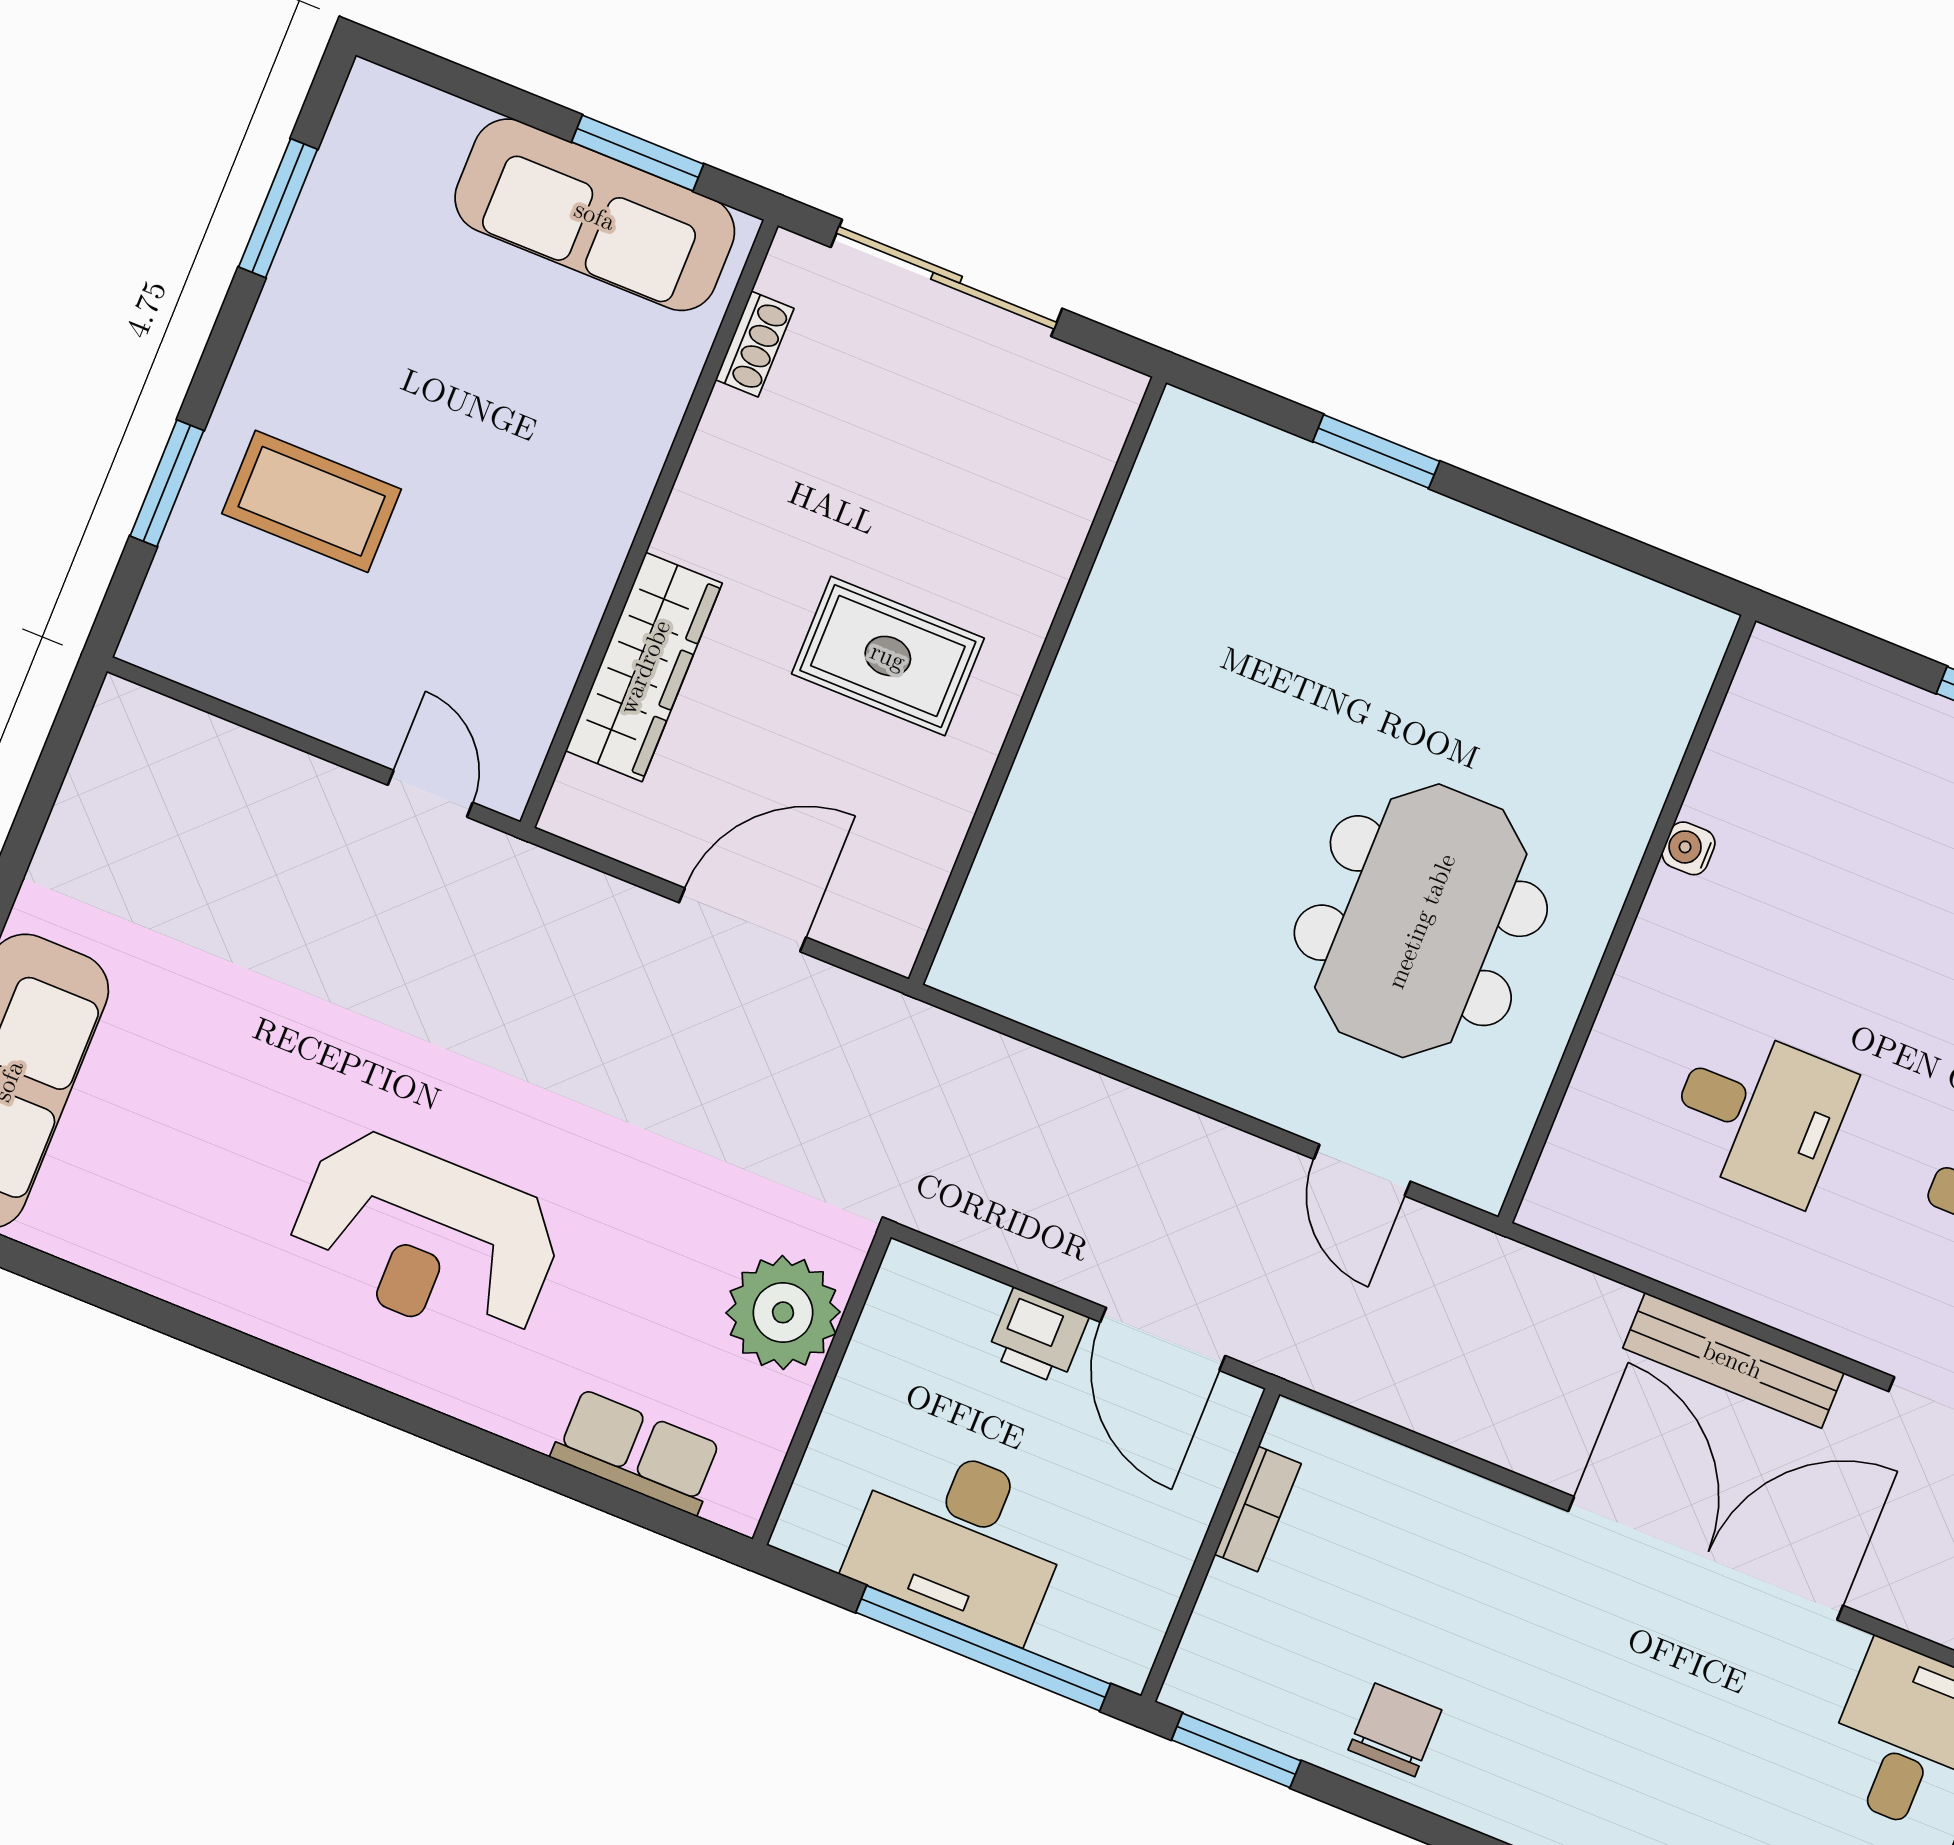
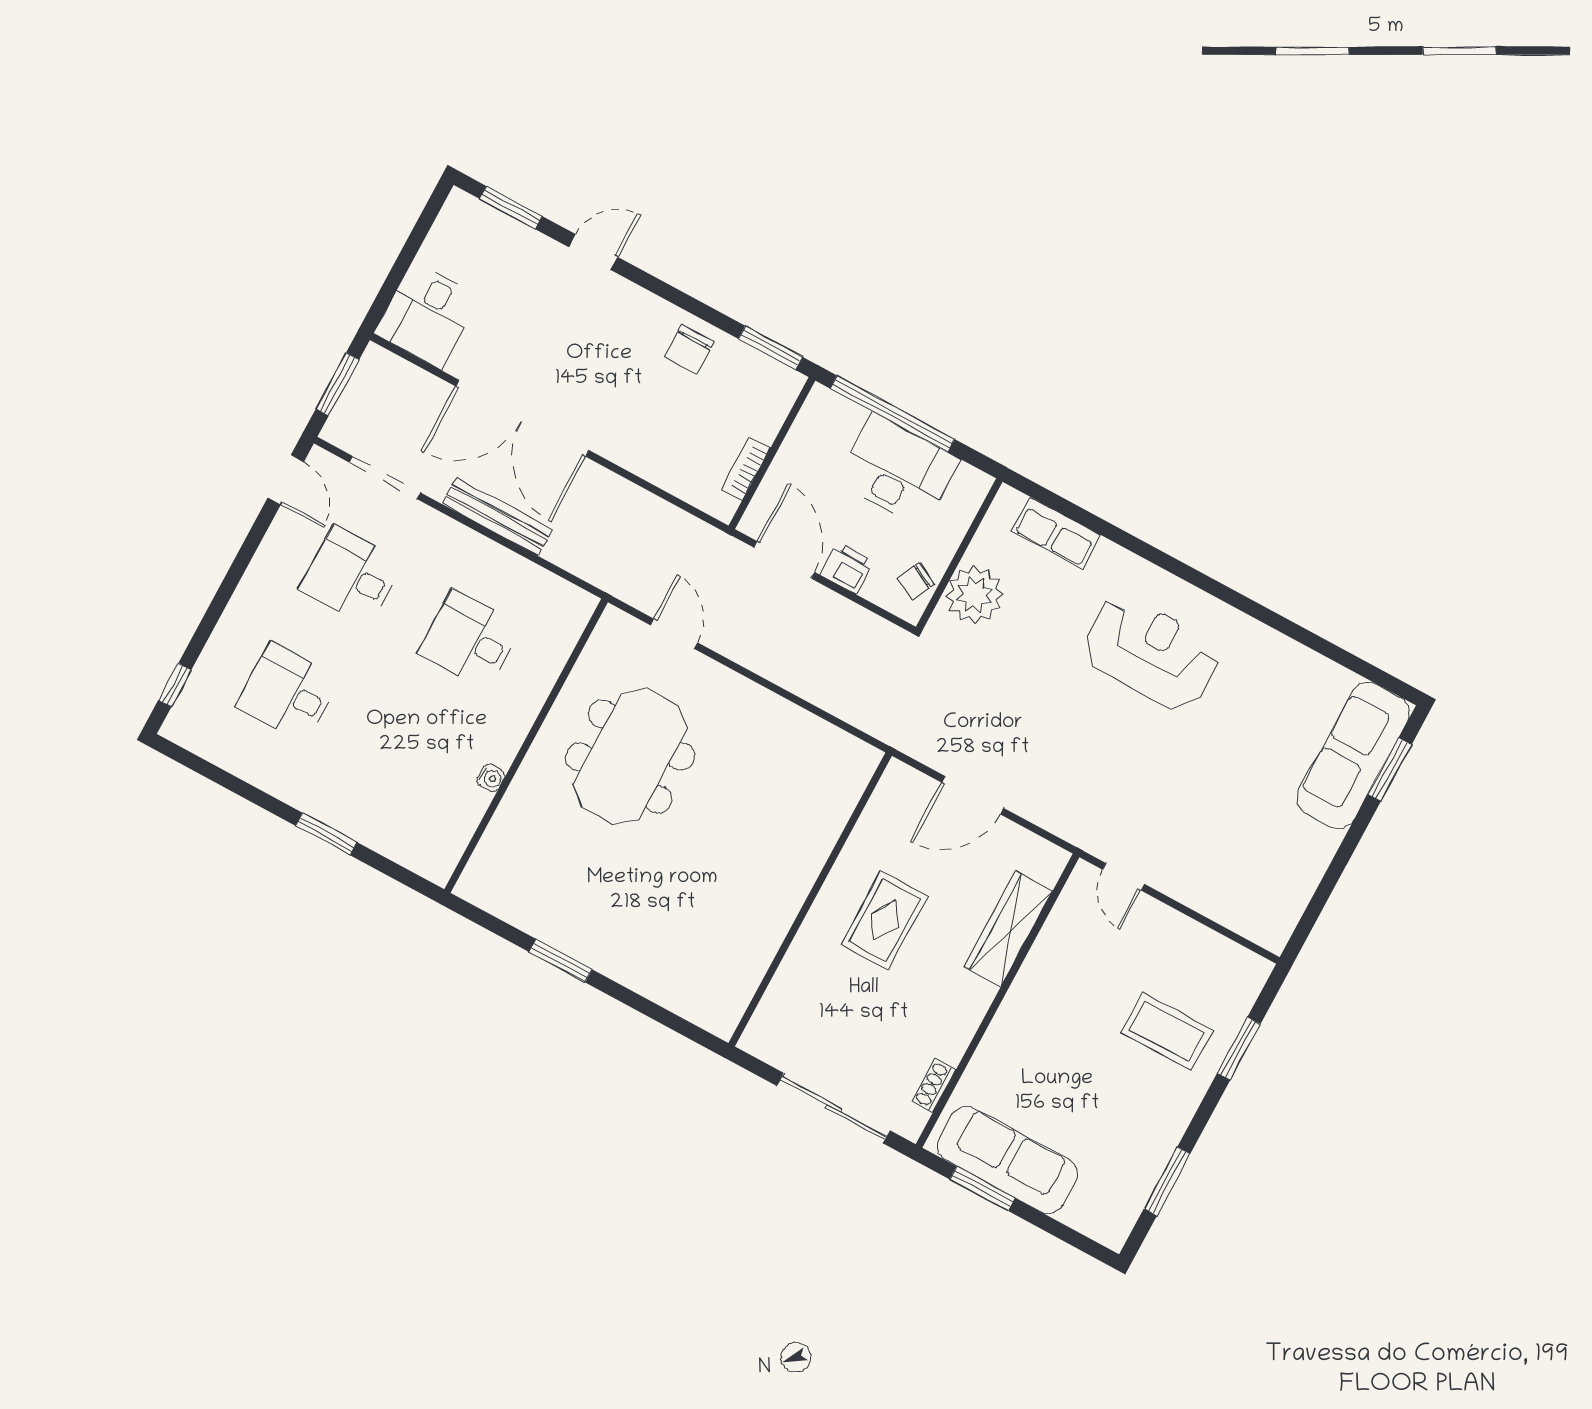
window: (1376, 451) -> (561, 961), moved
rug: (888, 656) -> (884, 920), turned 90
chair: (901, 1326) -> (916, 581), added

